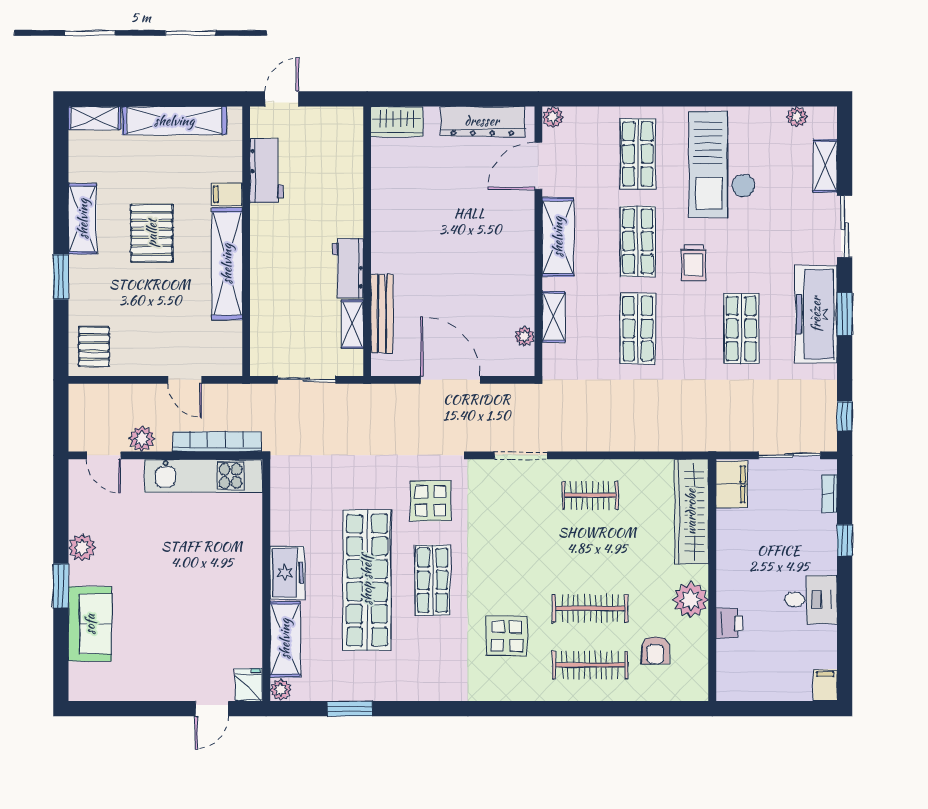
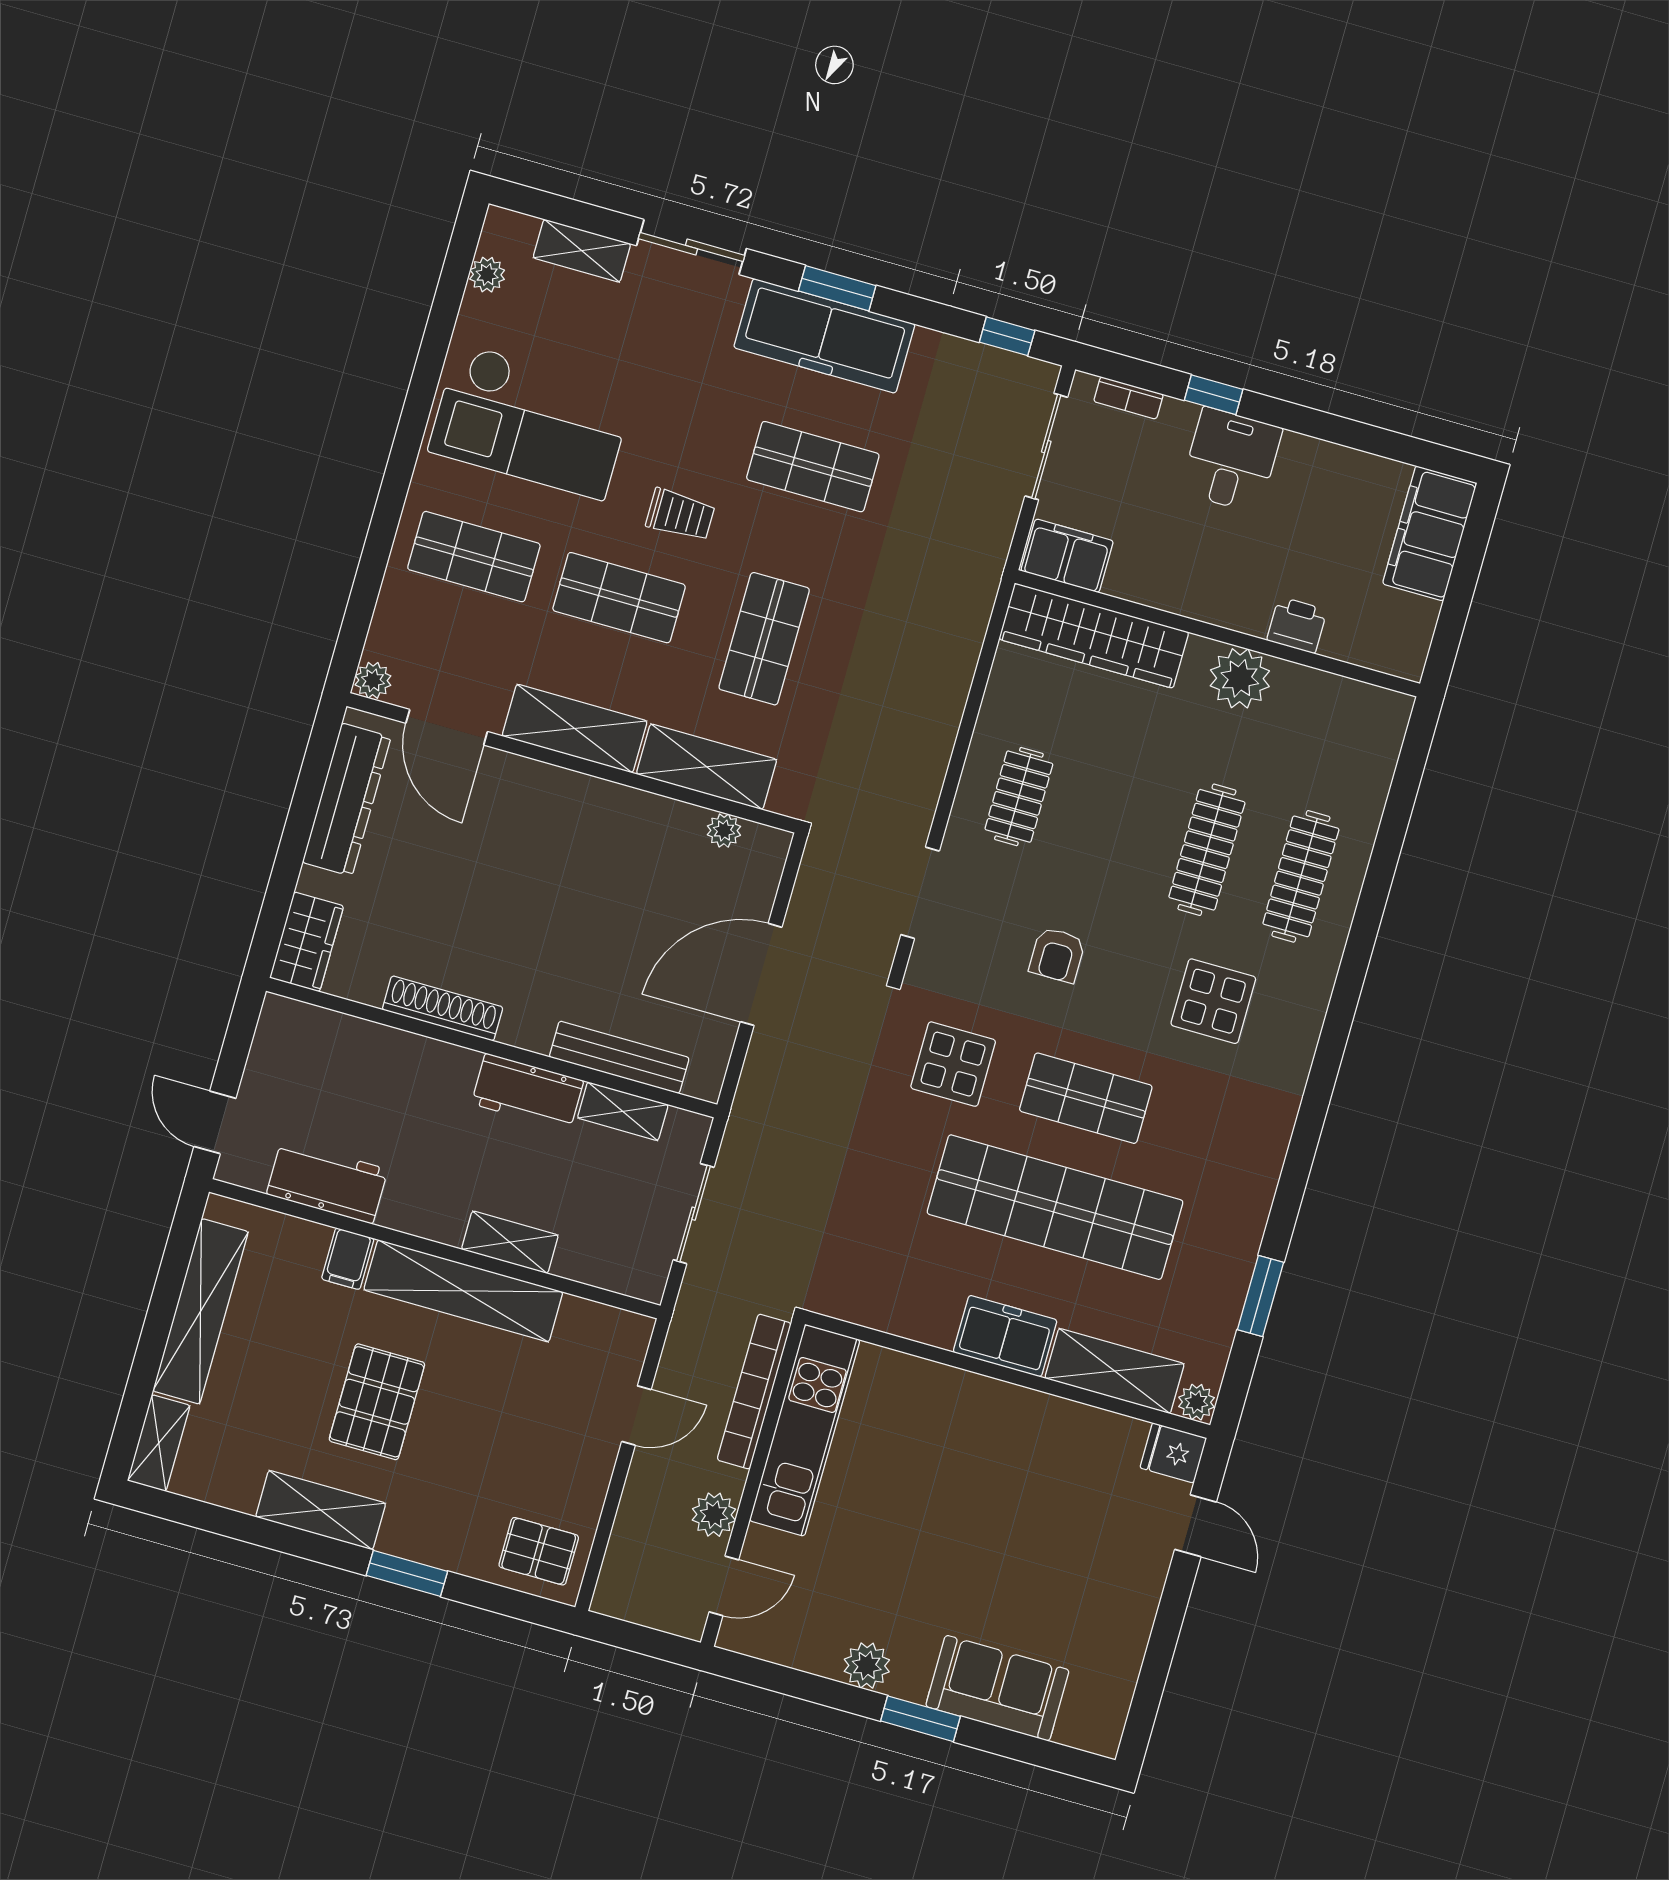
shoe rack: (381, 208) -> (443, 1008), added
pallet: (152, 233) -> (377, 1402), turned 90
shelving: (262, 282) -> (510, 1242), added
shelving: (554, 317) -> (707, 767), width x1.50, depth x1.33
shop shelf: (638, 329) -> (764, 639), turned 90
desk: (811, 600) -> (1231, 460), moved
armchair: (655, 650) -> (1057, 955), moved, turned 90
filing cabinet: (825, 685) -> (1430, 533), width x3.00, depth x1.17

